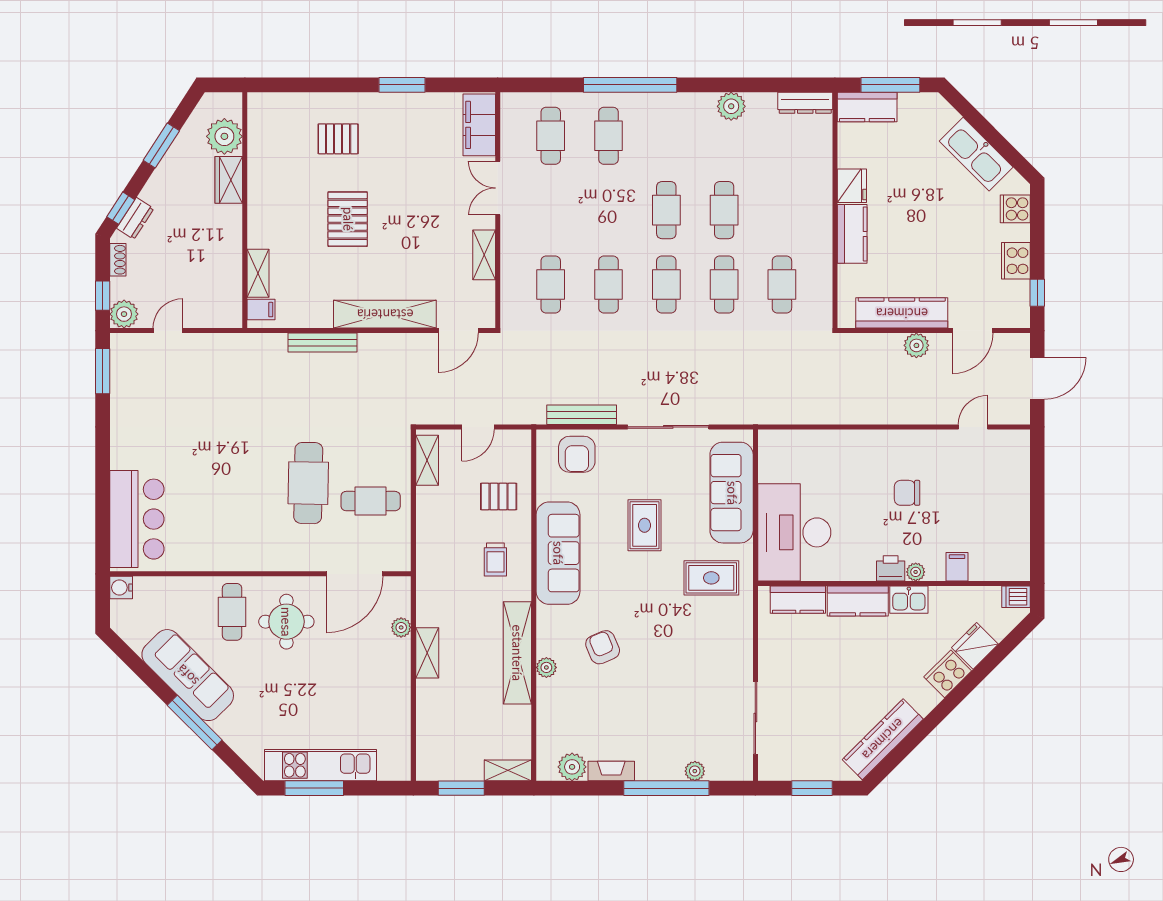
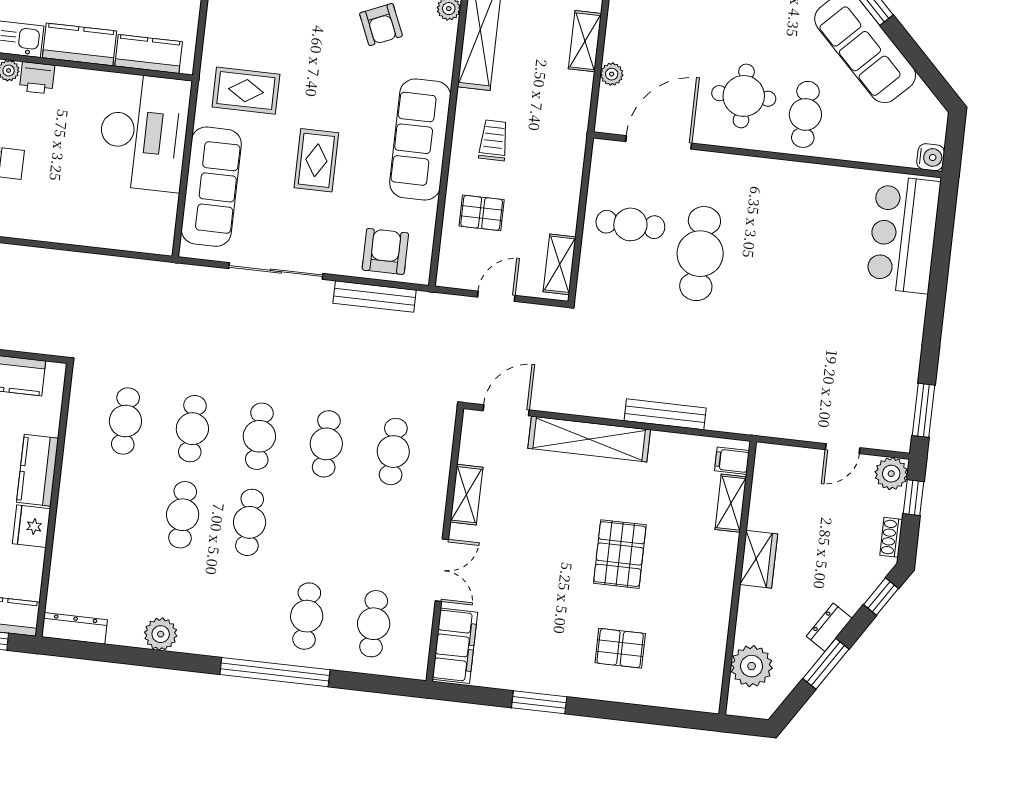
wardrobe: (229, 180) -> (759, 559), moved
dresser: (135, 218) -> (829, 627), moved

